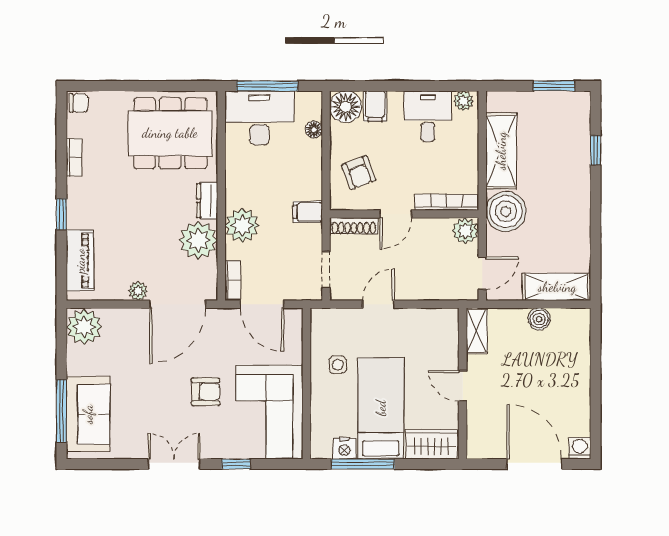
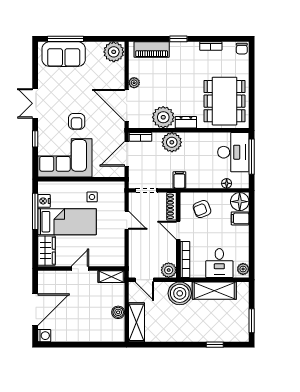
desk: (428, 116) -> (219, 263), moved, turned 90
double door: (174, 464) -> (35, 103), swing flipped

